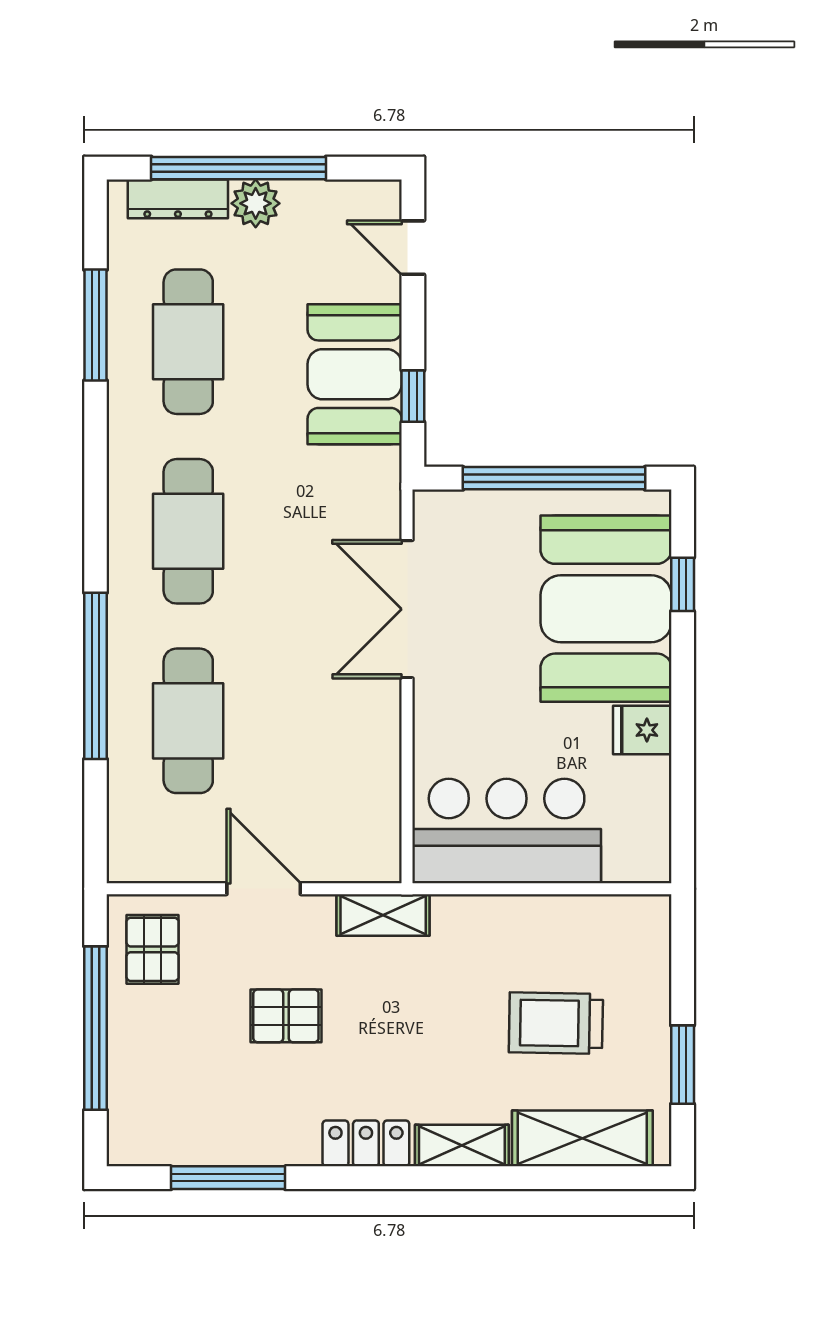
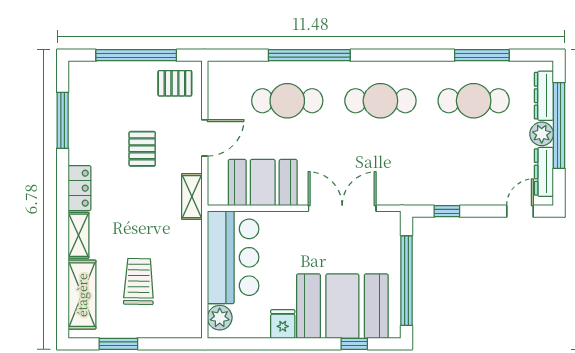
dresser: (333, 199) -> (544, 172), added
booth: (355, 374) -> (263, 183), moved
plant: (629, 858) -> (220, 318), added

